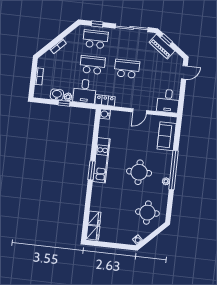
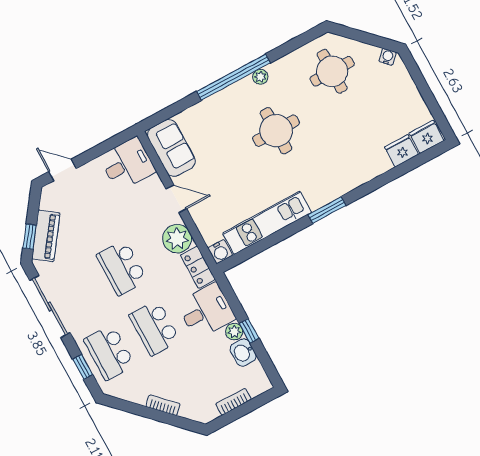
plant: (123, 100) -> (177, 239), added
sofa: (167, 136) -> (171, 148), moved, turned -90
kitchen unit: (101, 160) -> (267, 223), moved

